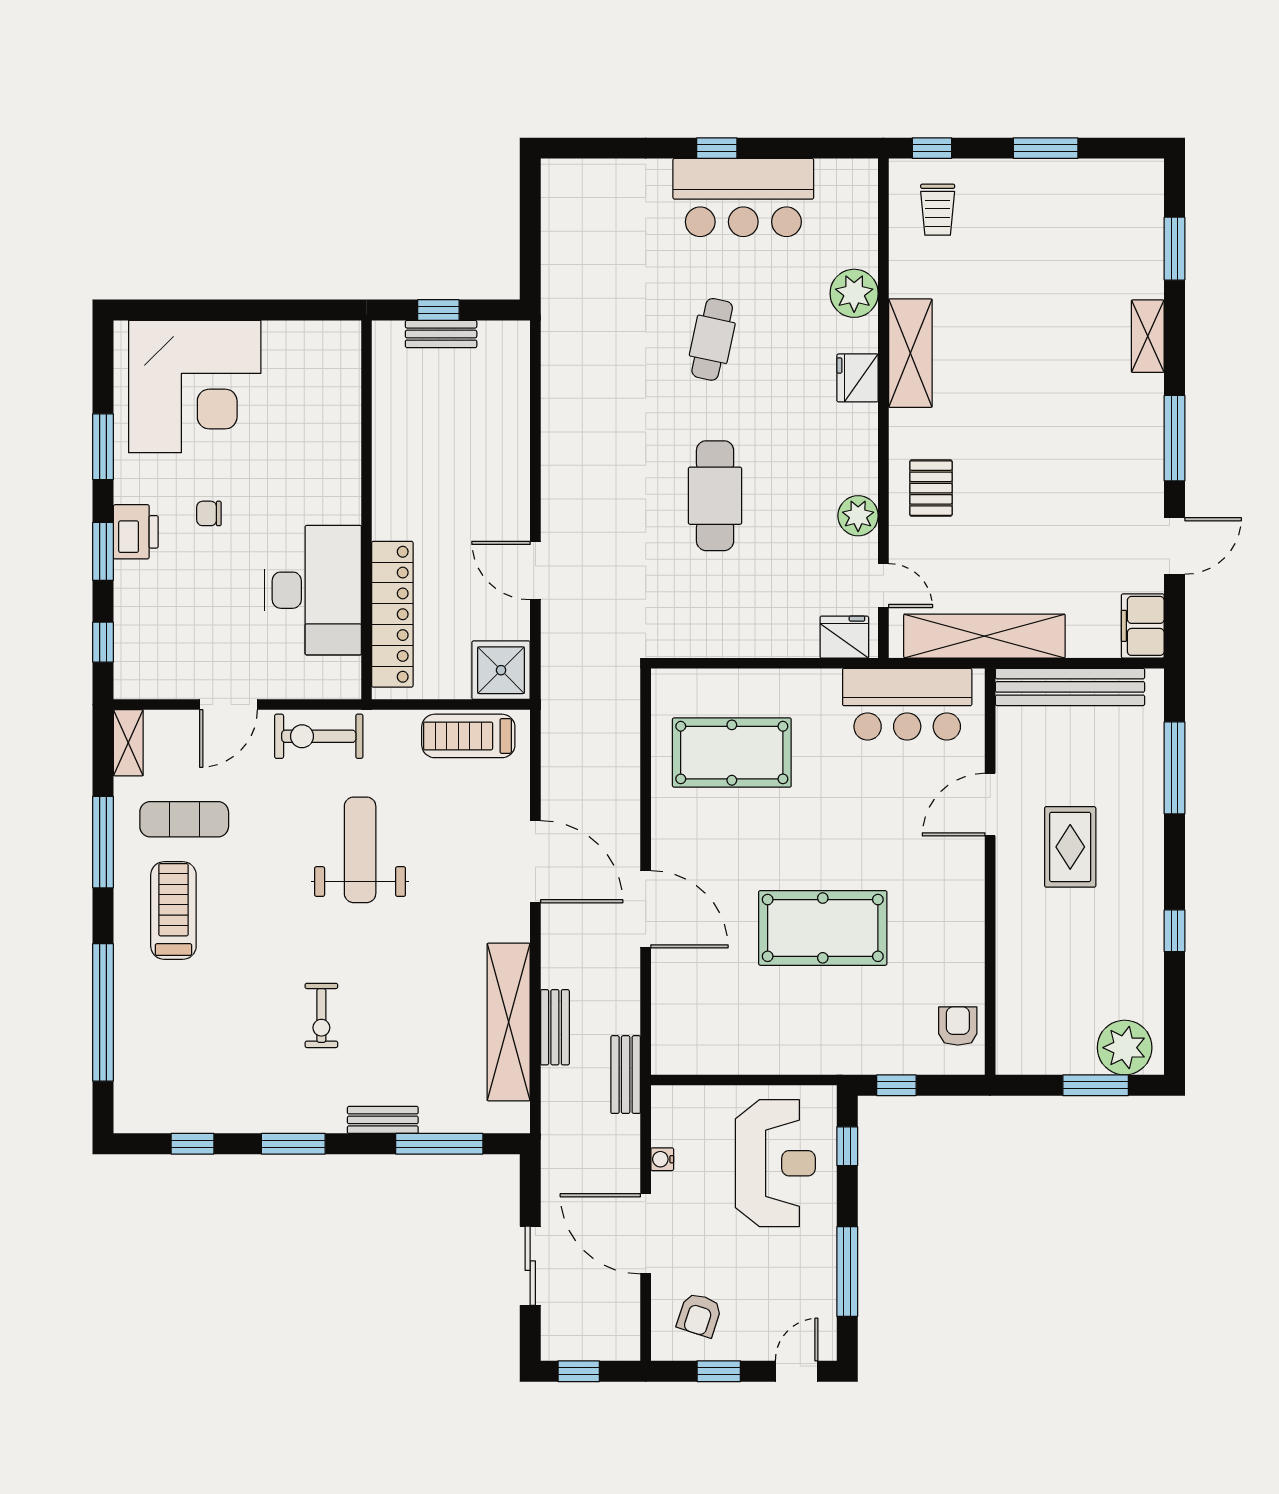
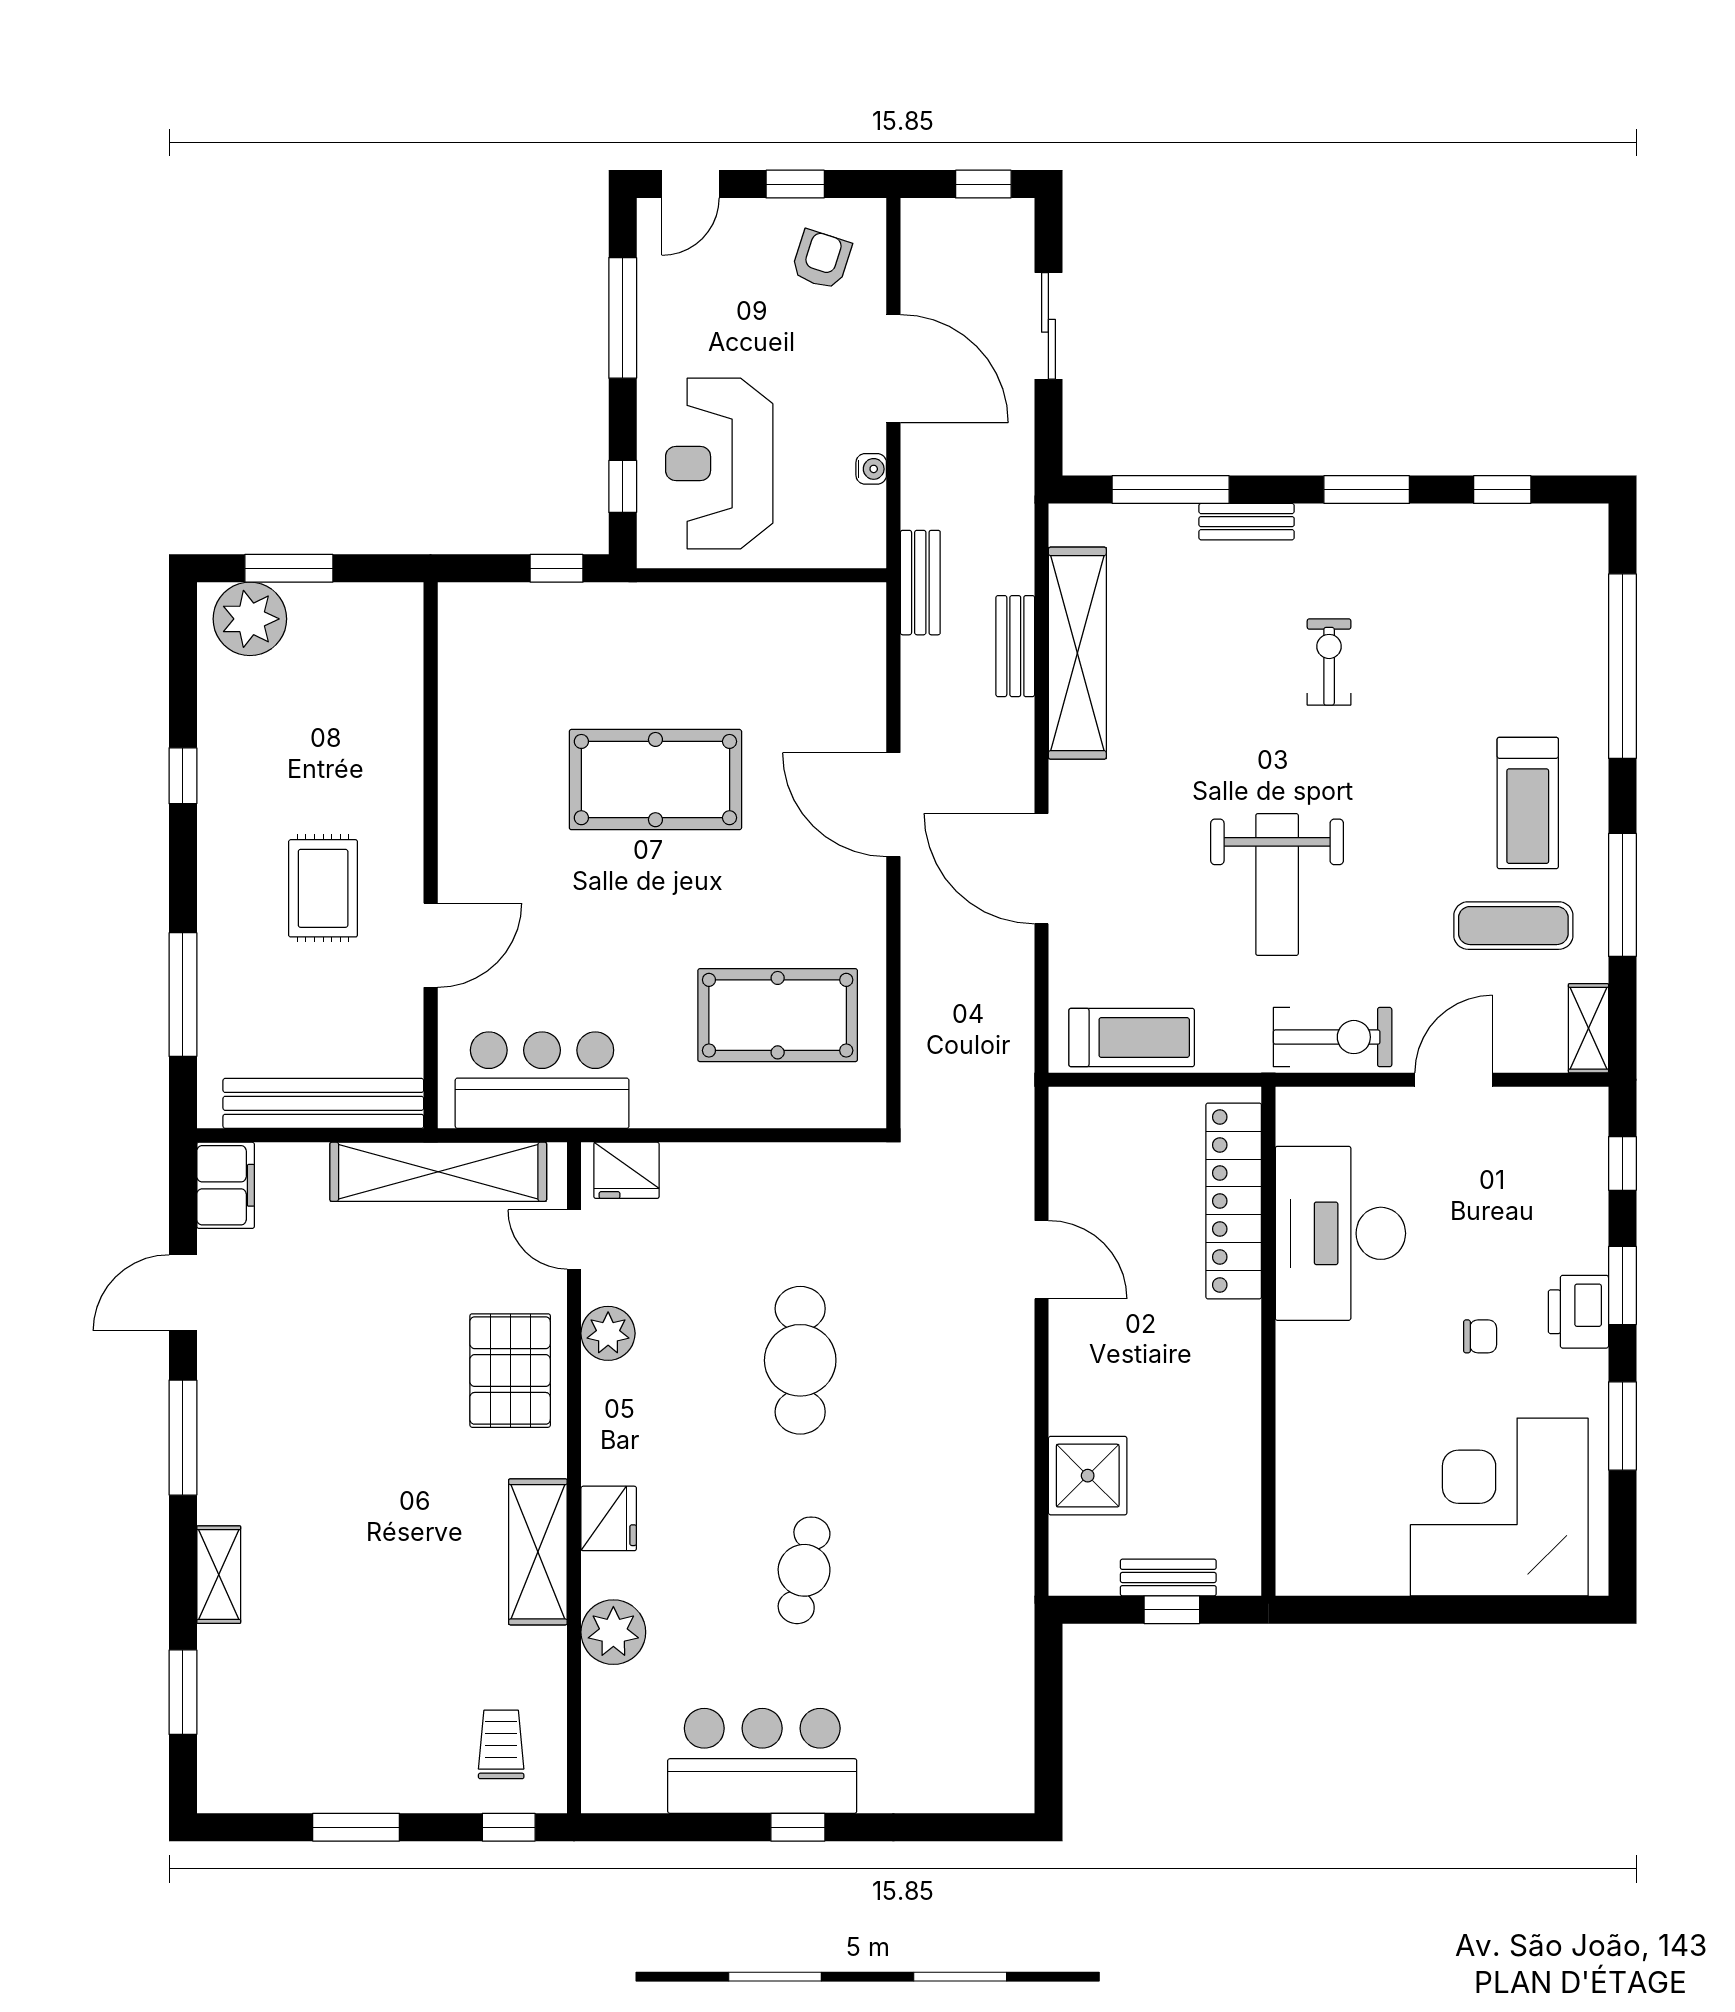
pallet: (931, 488) -> (510, 1371), width x1.50, depth x1.42
shower: (501, 670) -> (1088, 1476), moved
armchair: (958, 1026) -> (474, 648), removed

